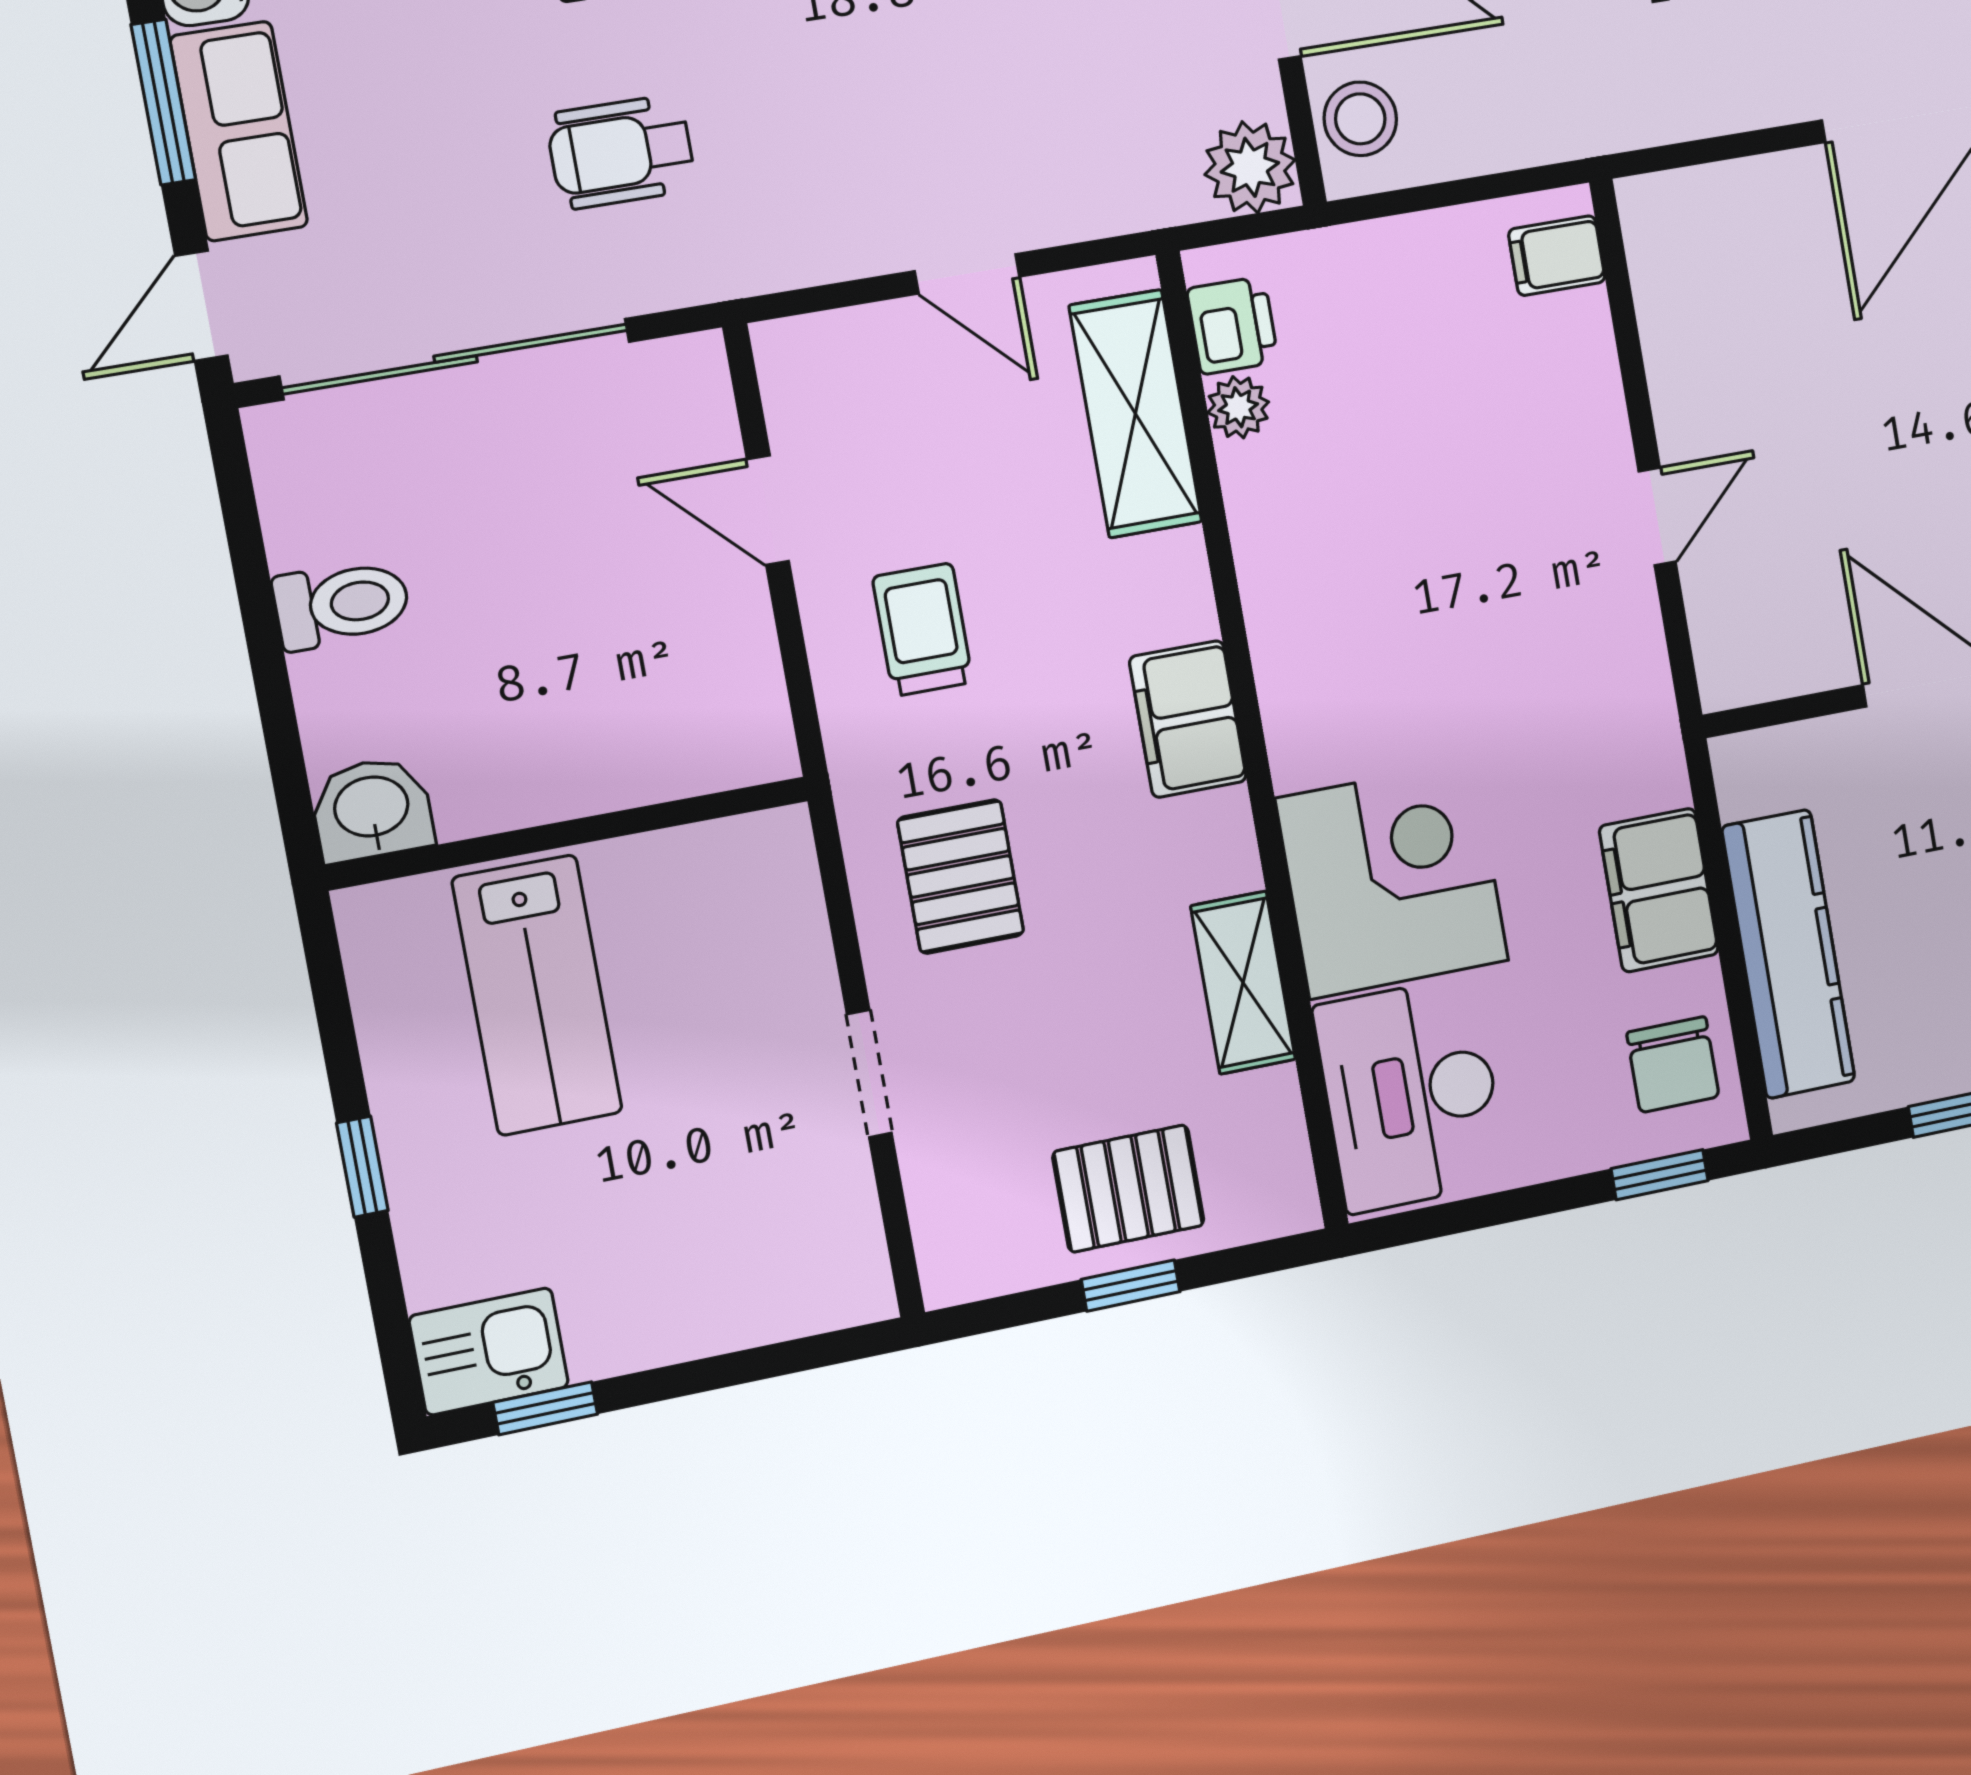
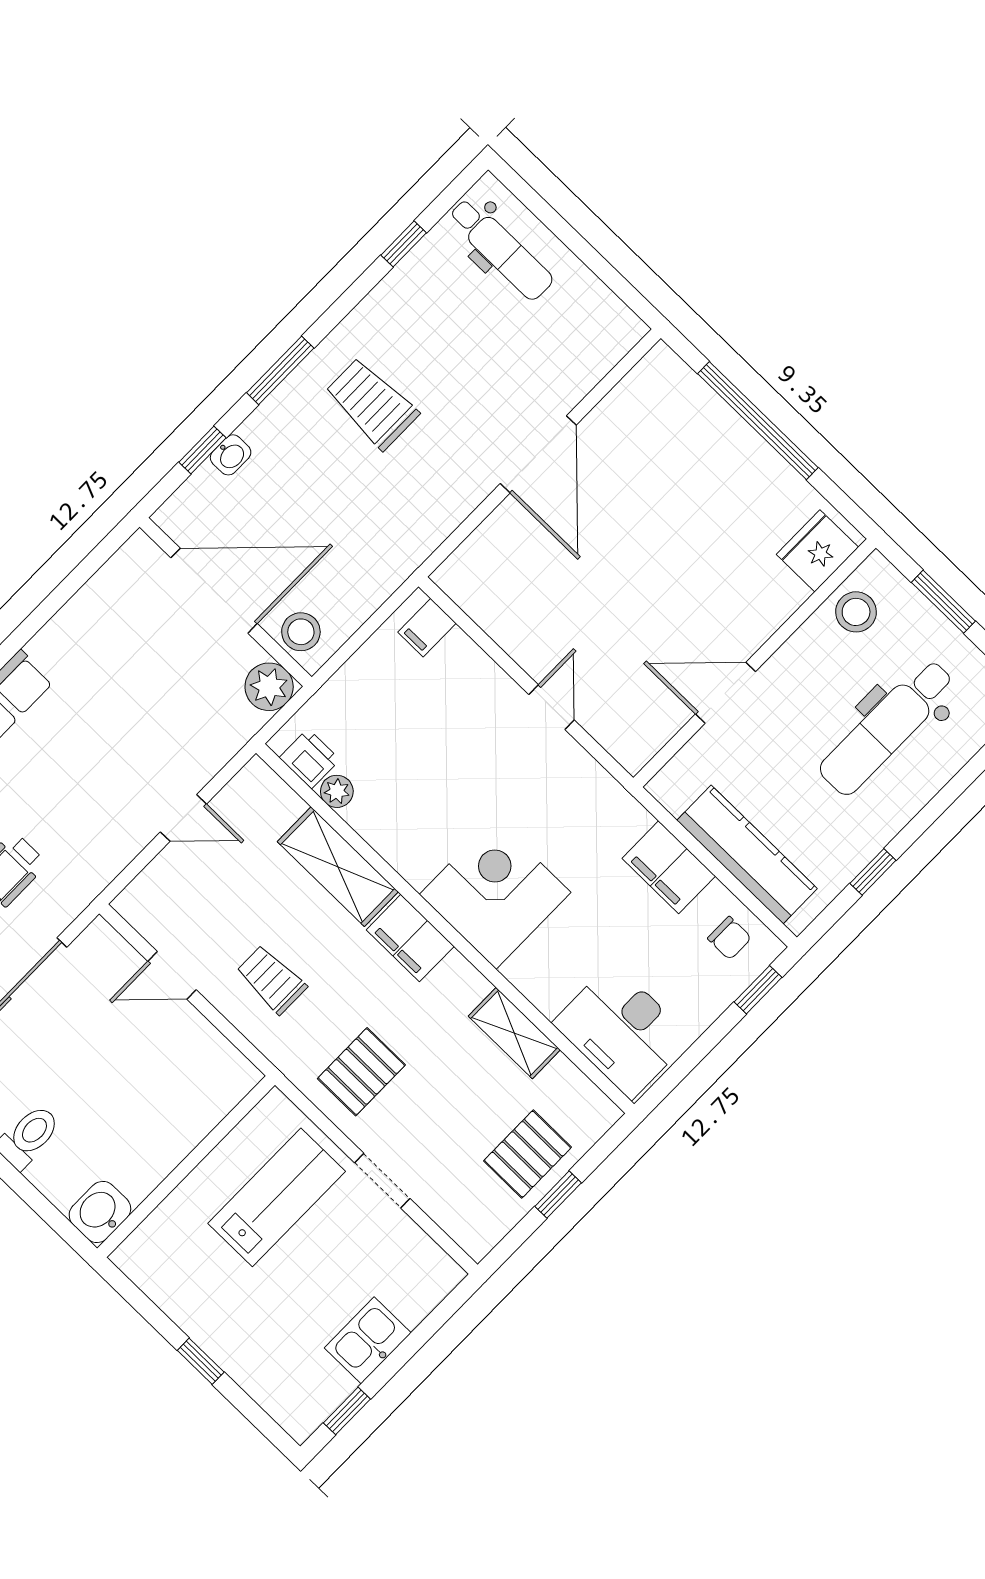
shelving: (1135, 414) -> (338, 867), moved
pallet: (961, 877) -> (361, 1072), turned 90
corner desk: (1392, 880) -> (495, 893), moved
lab bench: (537, 995) -> (277, 1197), moved, turned -90
chair: (1673, 1065) -> (729, 938), width x0.73, depth x0.73
kitchen sink: (489, 1351) -> (368, 1340), moved

